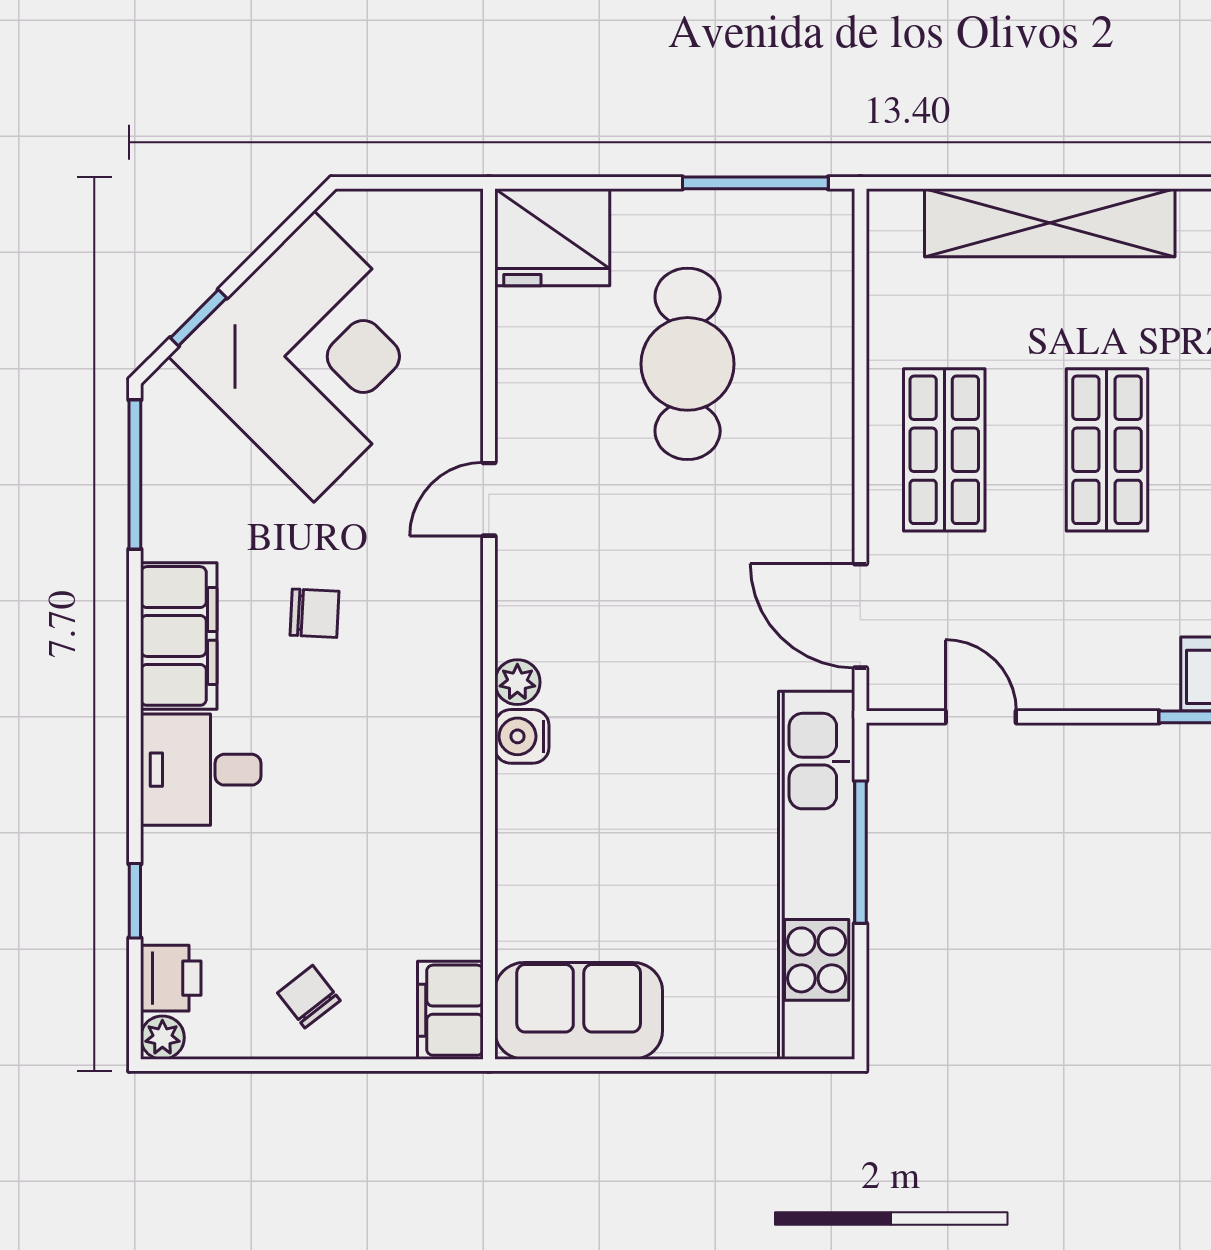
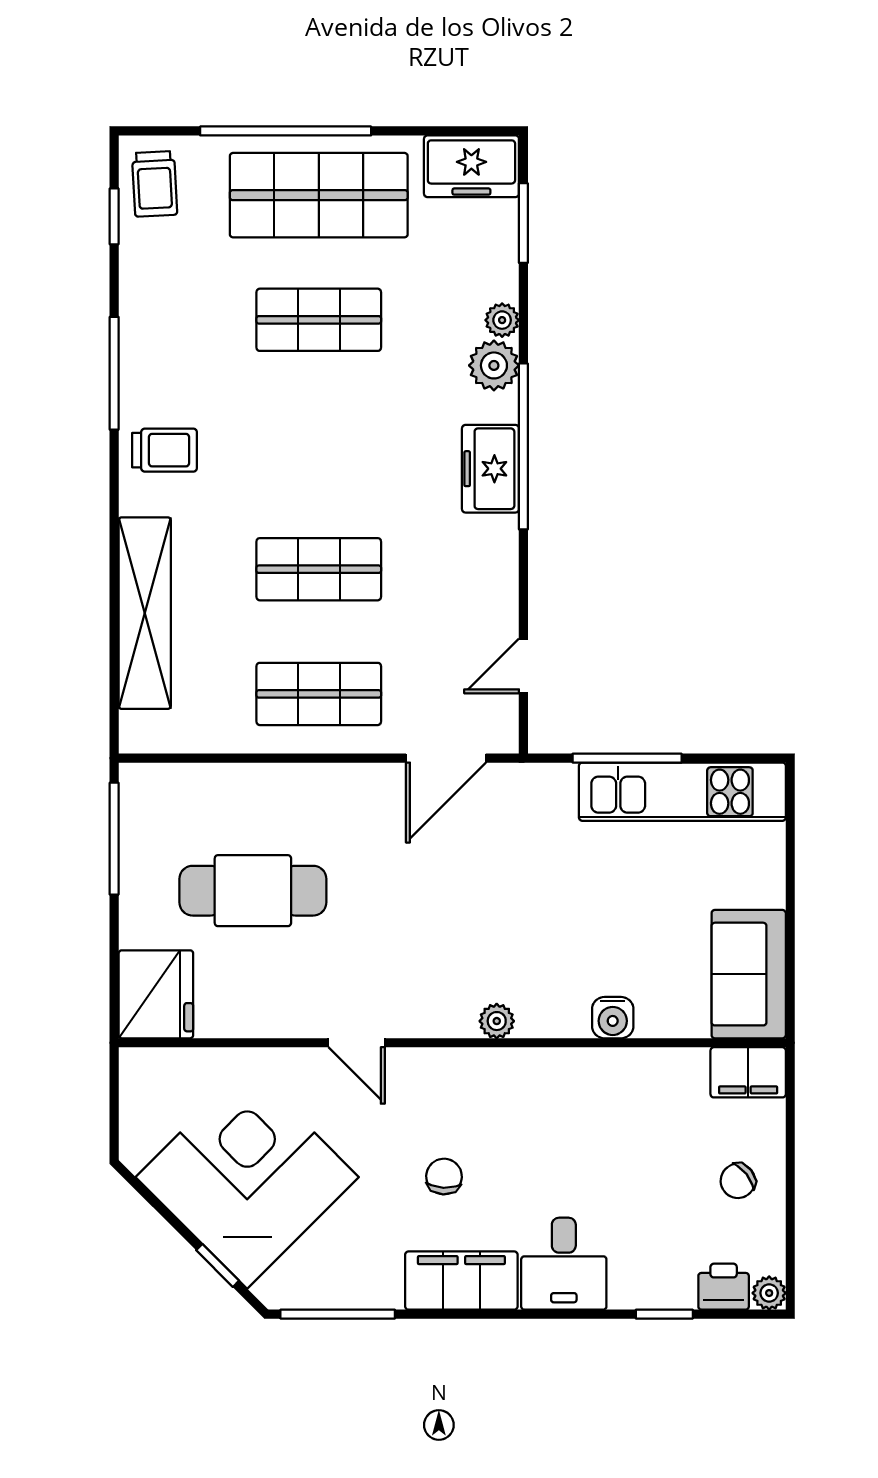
water cooler: (522, 736) -> (613, 1018), moved
kitchen unit: (817, 875) -> (682, 792), width x0.73

